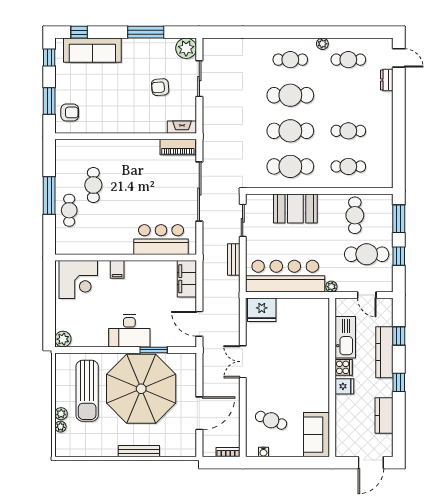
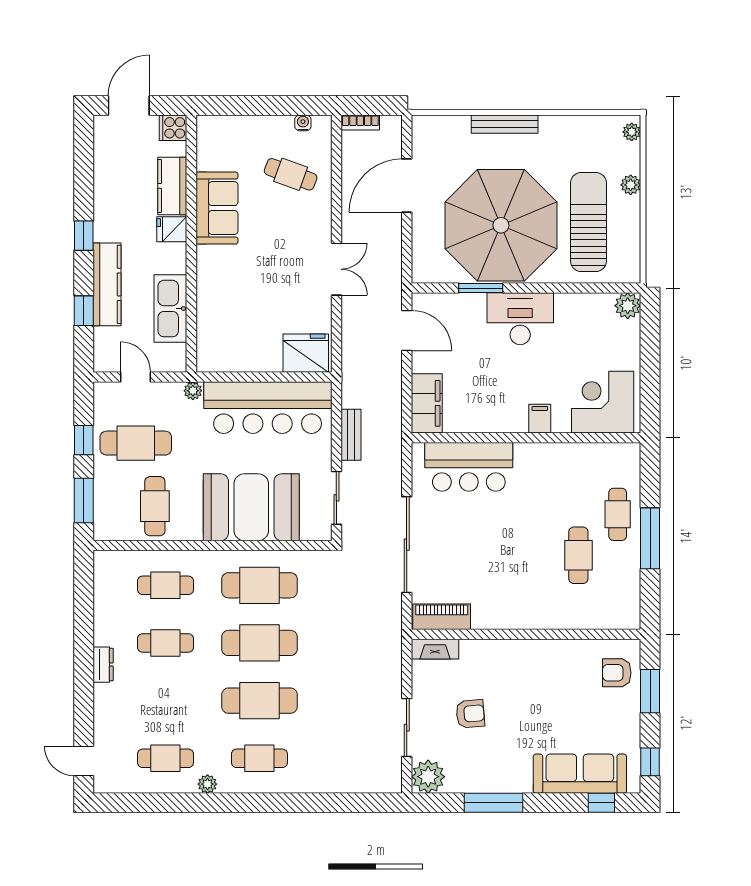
dresser: (387, 80) -> (103, 665), moved
booth: (295, 208) -> (251, 507), width x1.36, depth x1.42
cooker: (344, 367) -> (173, 128), moved
kitchen counter: (384, 415) -> (172, 186), moved, turned 180
plant: (60, 427) -> (632, 132), moved
sofa: (317, 435) -> (217, 208), moved

